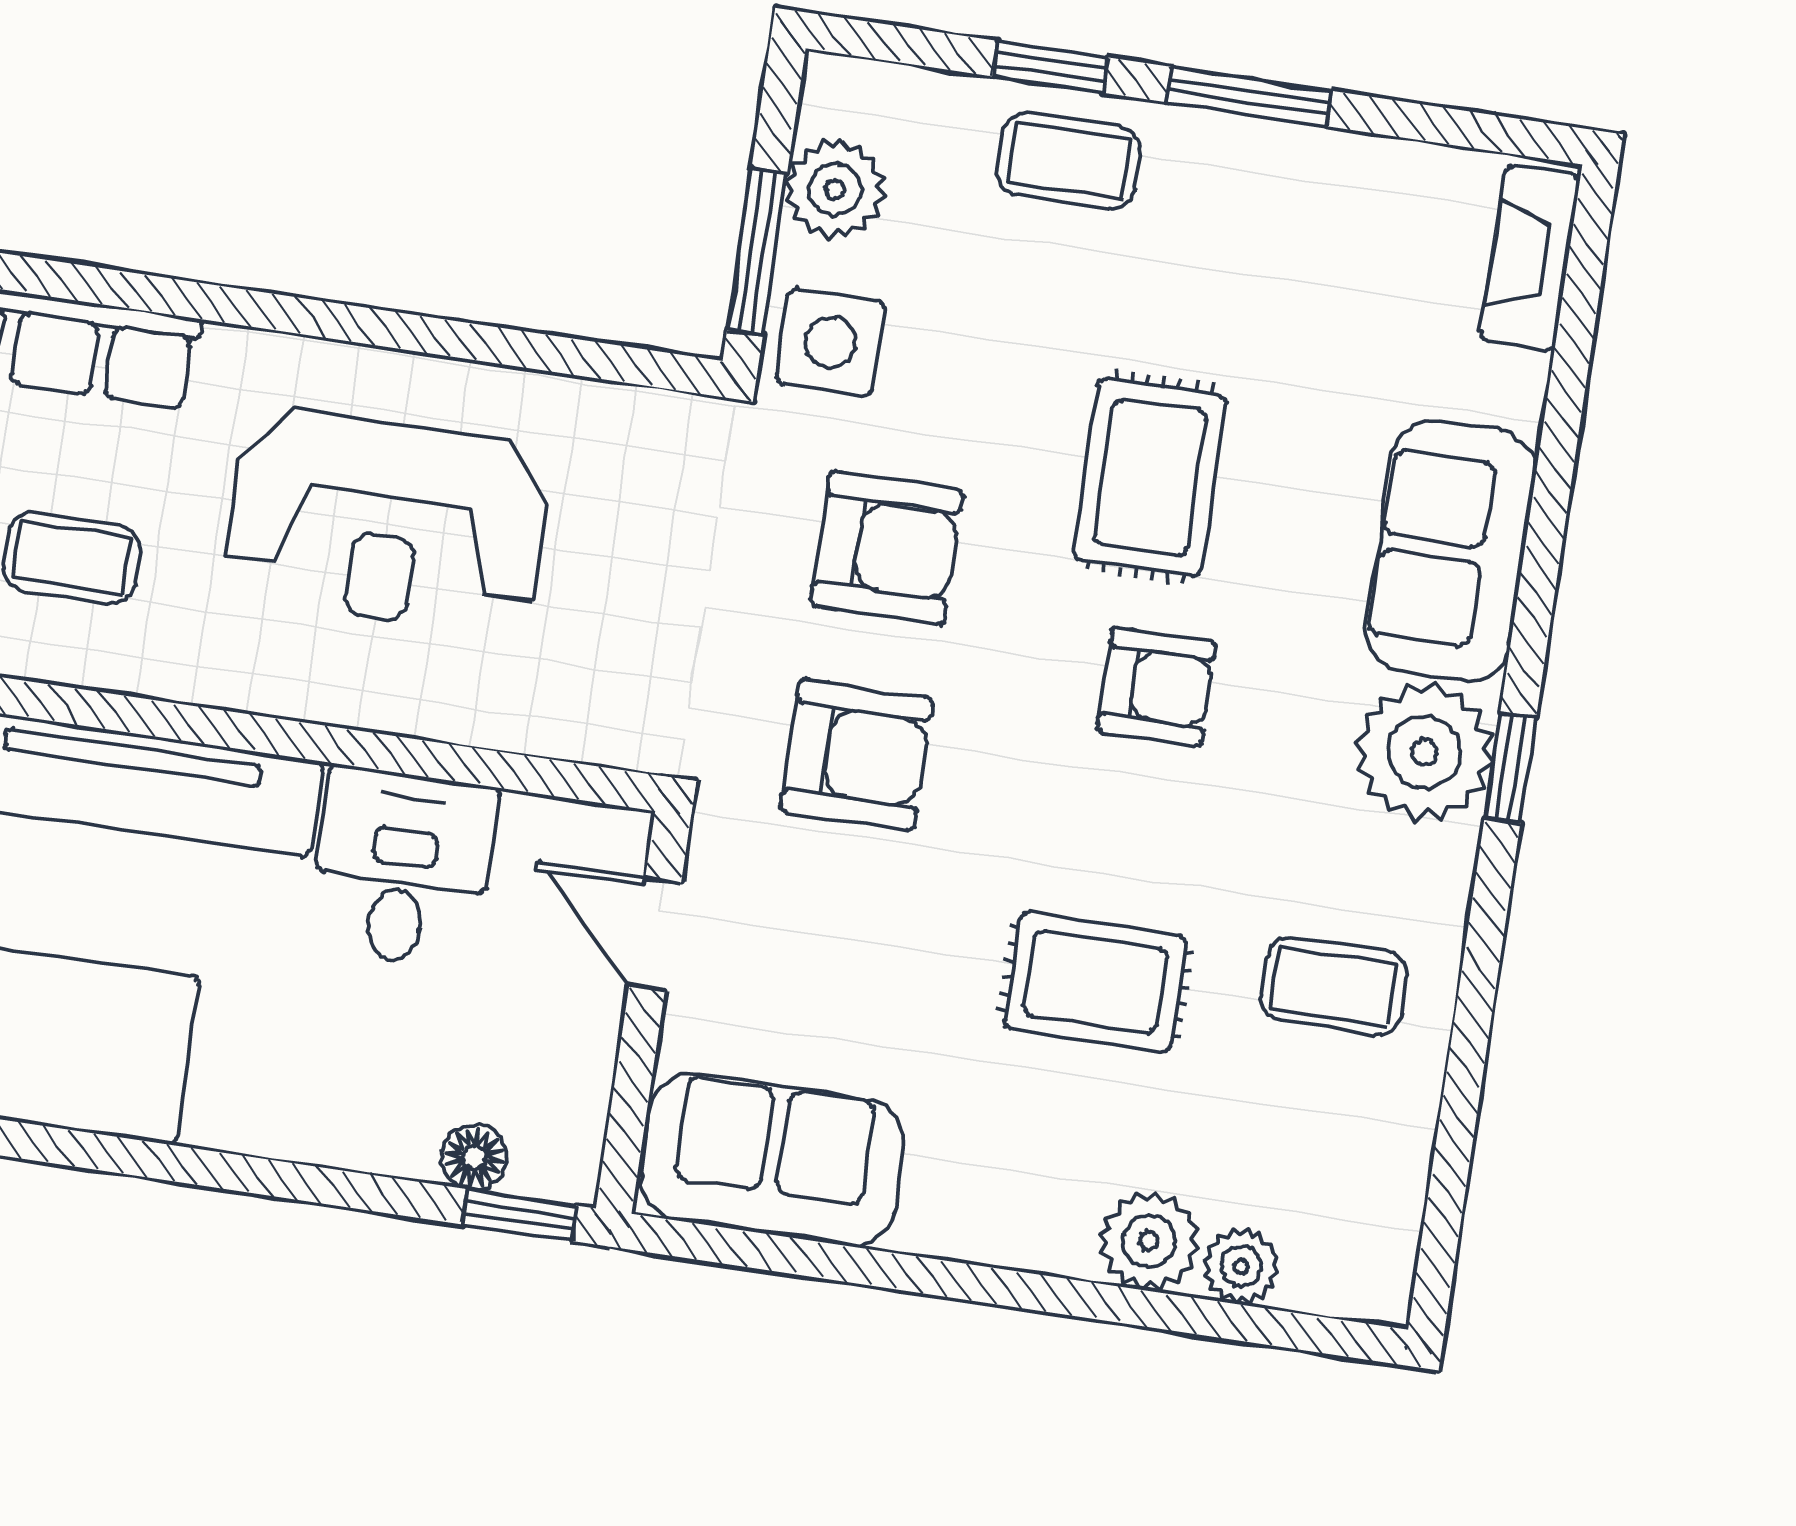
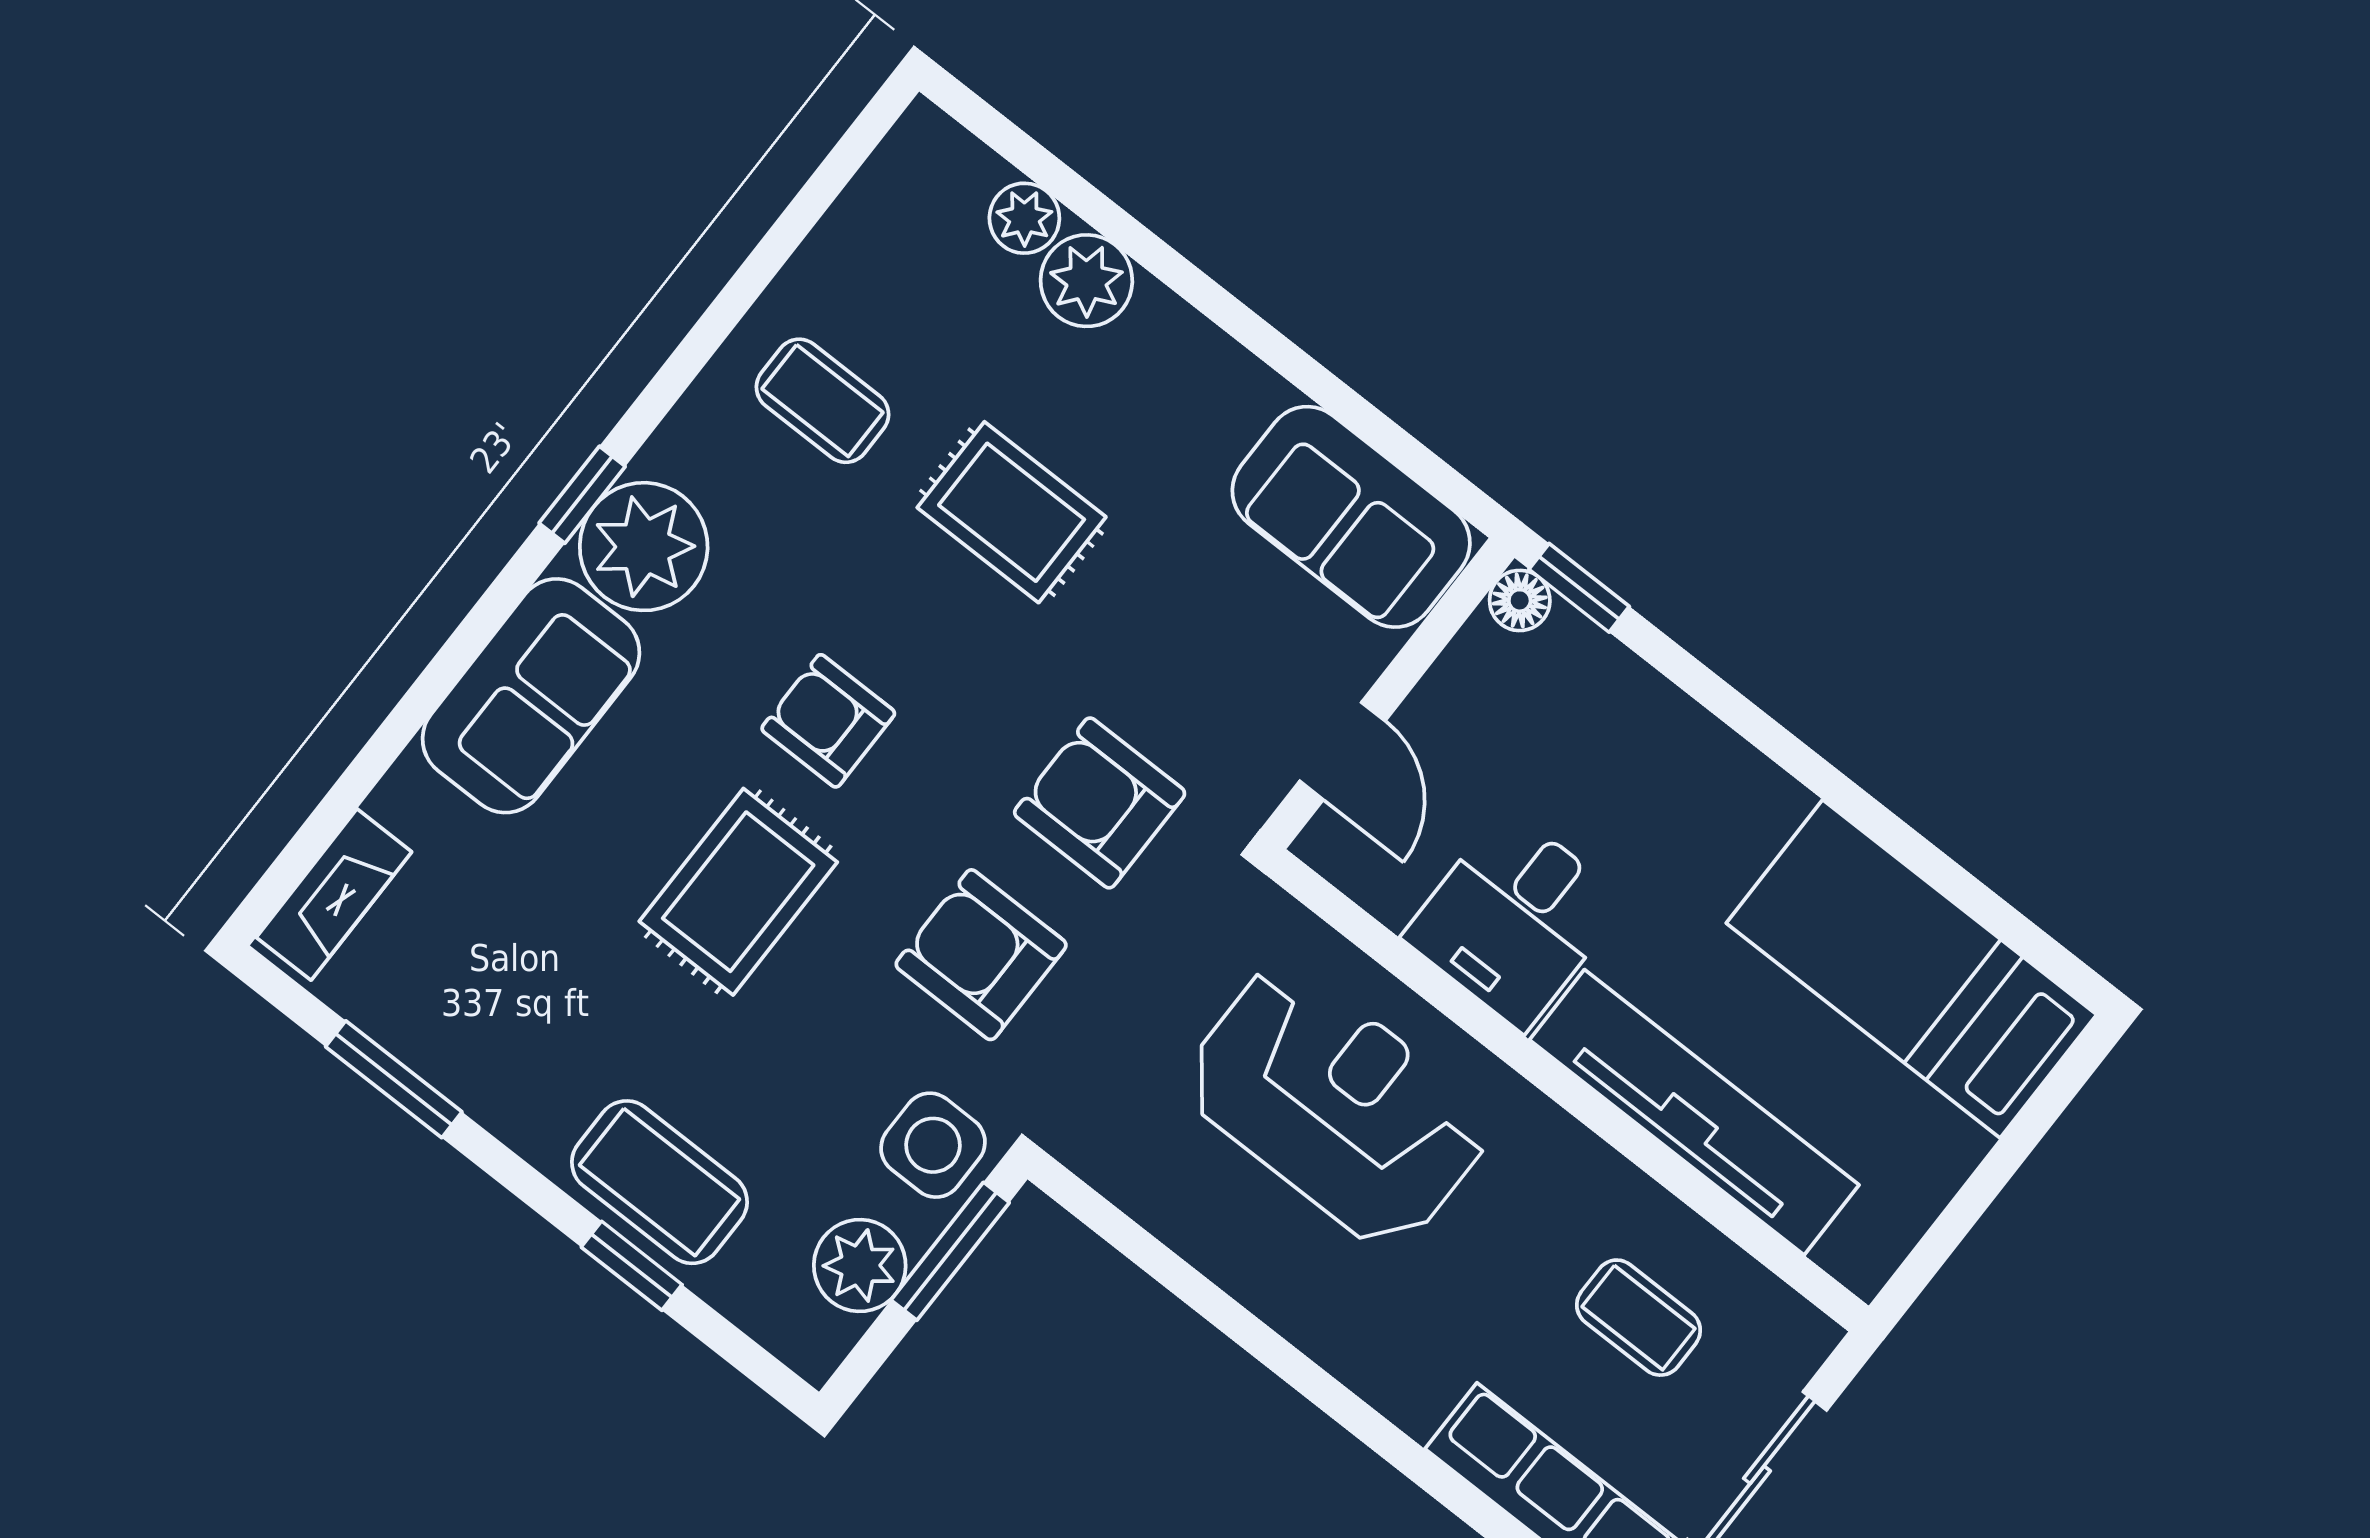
window: (1250, 97) -> (394, 1079), moved
coffee table: (1069, 161) -> (659, 1182), width x1.36, depth x1.30
reception desk: (388, 520) -> (1337, 1105), moved
floor lamp: (474, 1157) -> (1520, 600), moved

